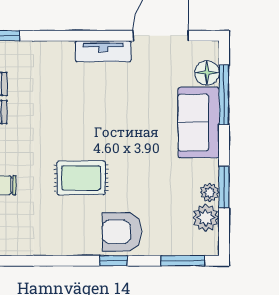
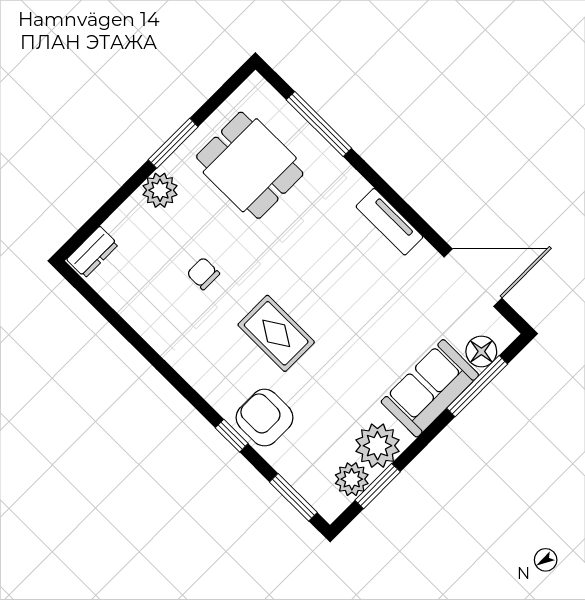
tv unit: (103, 51) -> (389, 222), moved
window: (224, 187) -> (378, 486), moved
plant: (210, 193) -> (377, 446), width x1.88, depth x1.88

